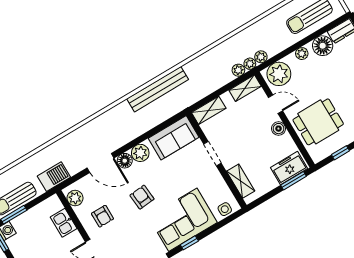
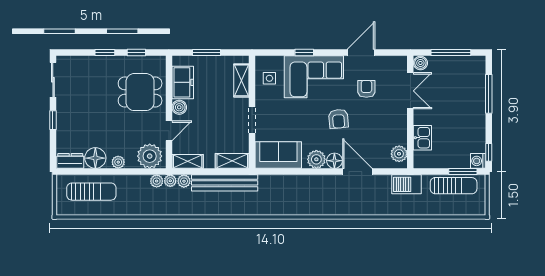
bench: (158, 89) -> (225, 183), moved
door: (275, 104) -> (169, 131), swing flipped
freezer: (289, 168) -> (183, 82), moved, turned -90
window: (294, 181) -> (206, 52), moved
side table: (225, 209) -> (269, 78), moved
armchair: (102, 216) -> (366, 89), moved
window: (189, 243) -> (304, 52), moved

